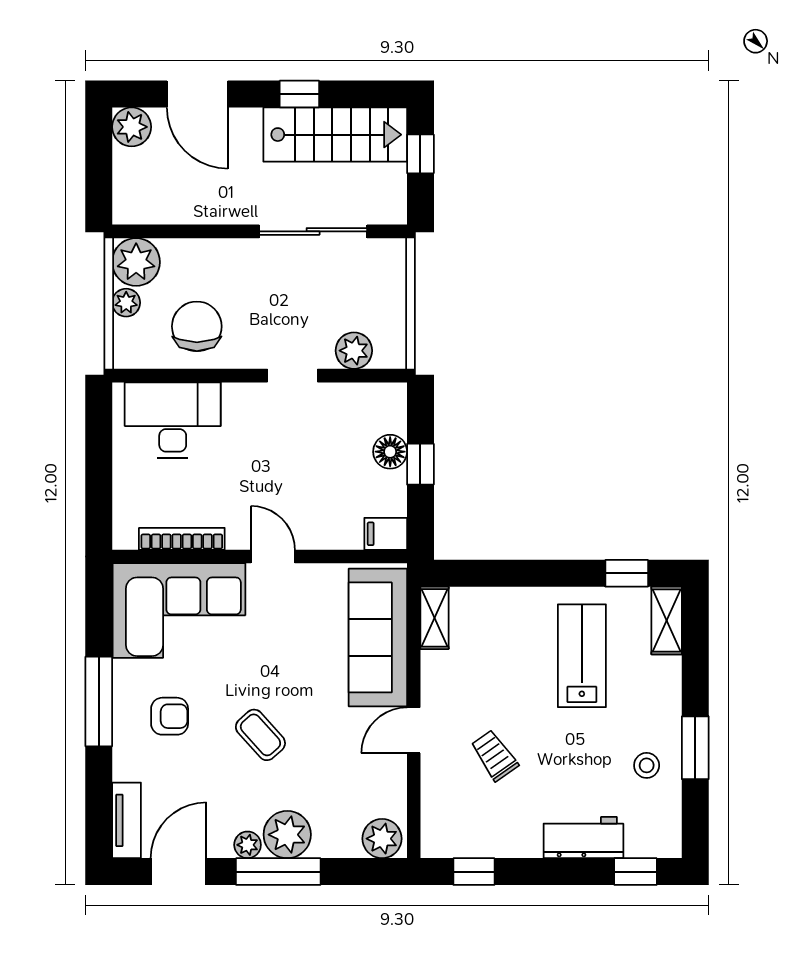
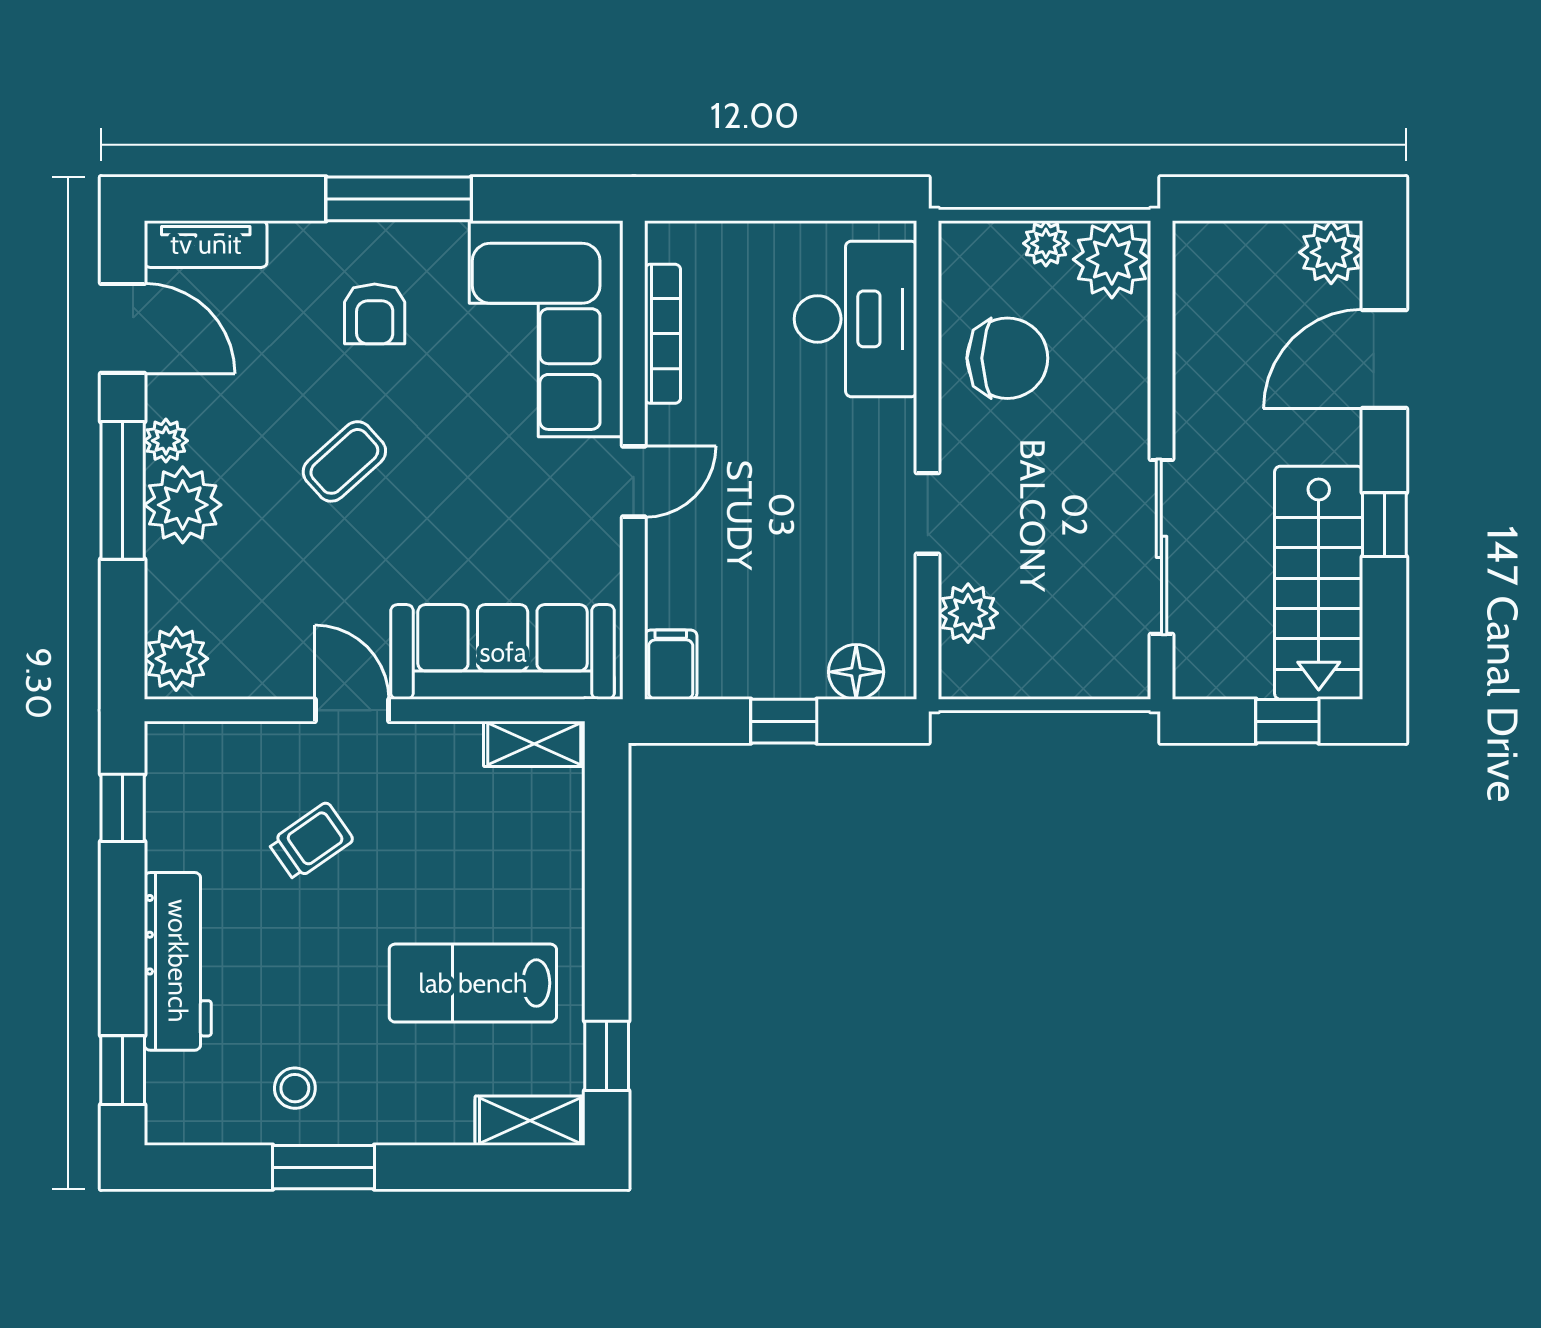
floor lamp: (390, 452) -> (856, 672), moved
lab bench: (582, 656) -> (473, 983), turned 180
workbench: (583, 838) -> (178, 961), width x1.38

